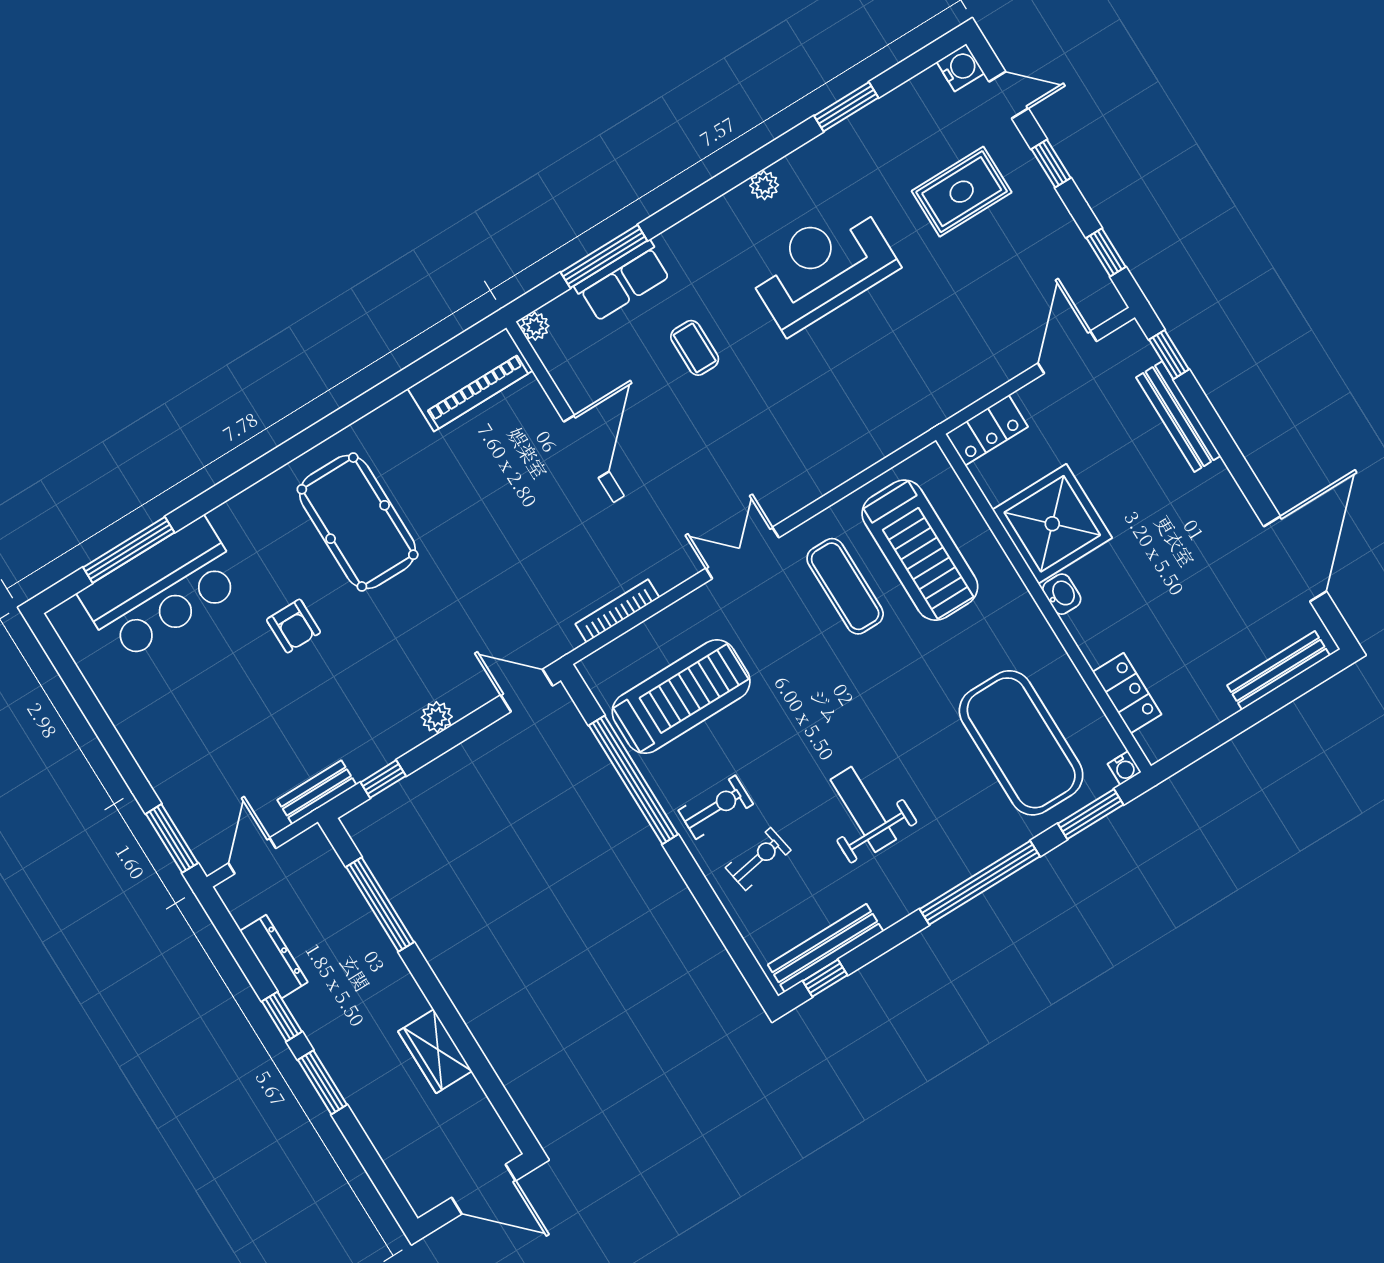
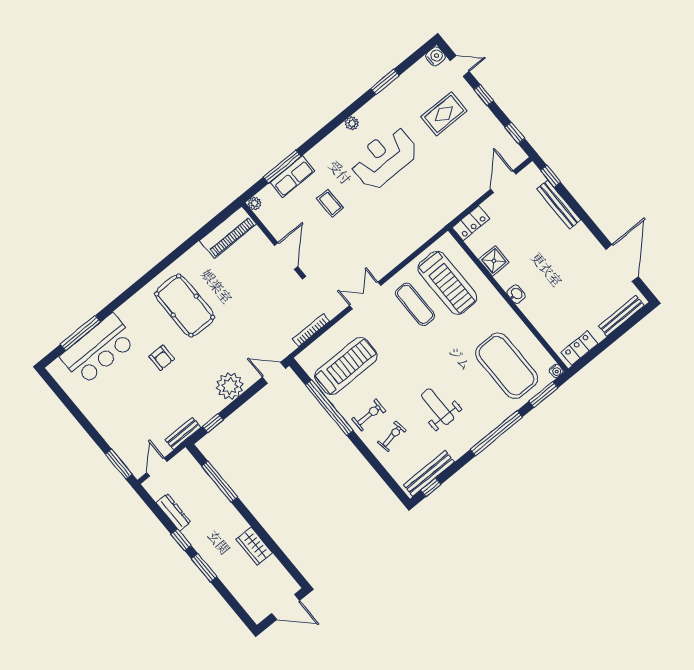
shower: (1052, 524) -> (494, 261), width x0.54, depth x0.54
locker: (1127, 693) -> (579, 348), moved, turned -90
plant: (437, 717) -> (230, 386), width x1.87, depth x1.87

